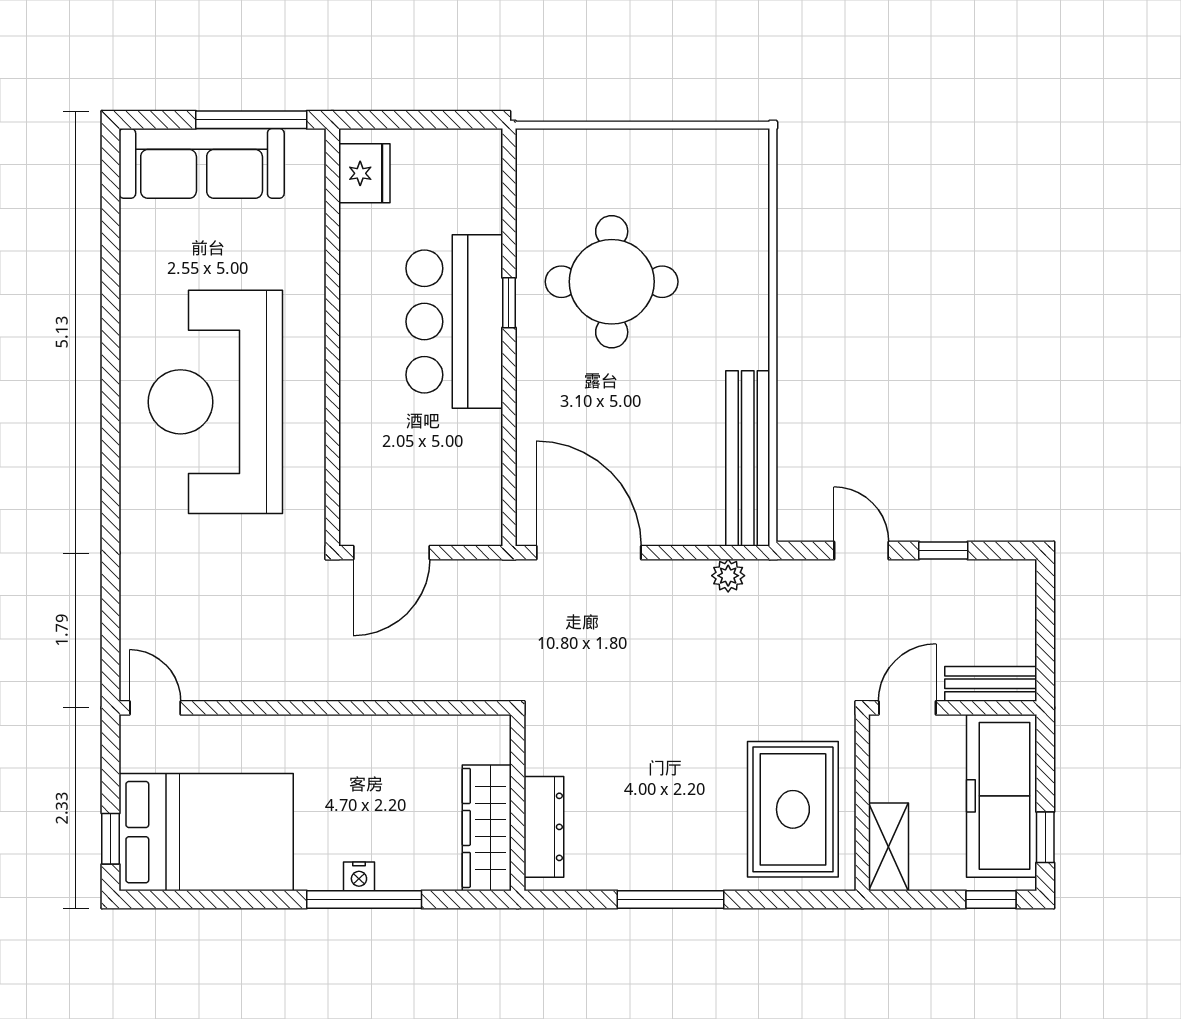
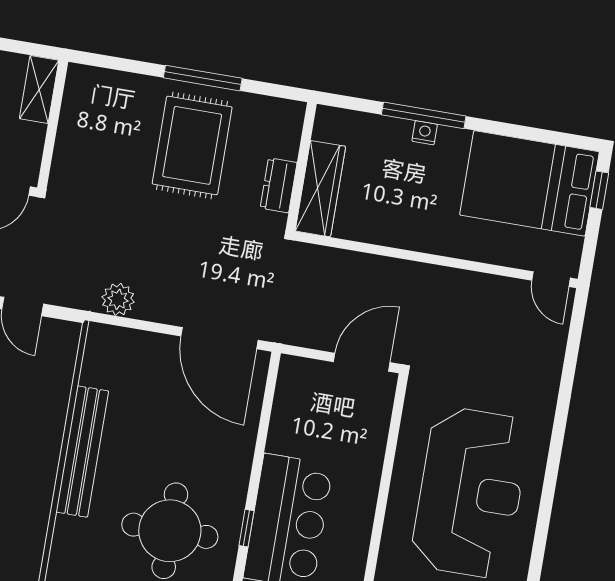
bench: (748, 458) -> (82, 452), moved
plant: (728, 576) -> (118, 299), width x1.38, depth x1.38
rug: (793, 809) -> (192, 145), moved
dresser: (544, 827) -> (279, 185), moved, width x0.70
wardrobe: (487, 828) -> (320, 189), moved

